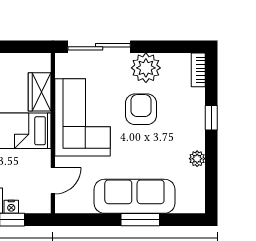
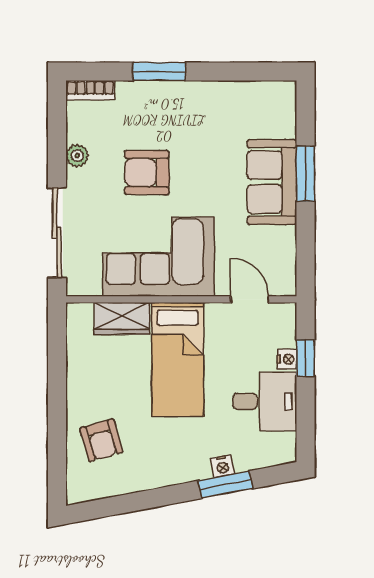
plant: (146, 68) -> (77, 156), width x0.53, depth x0.53
window: (211, 118) -> (159, 72), width x1.50
plant: (197, 159) -> (218, 92), removed
sofa: (134, 196) -> (272, 182), width x0.73

